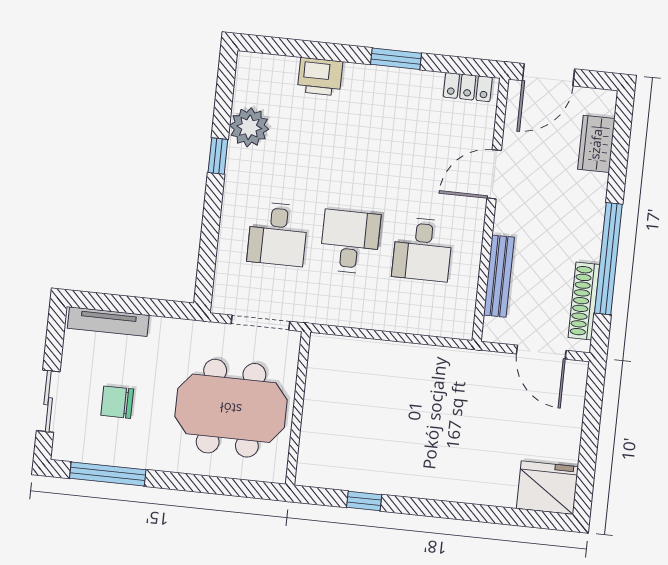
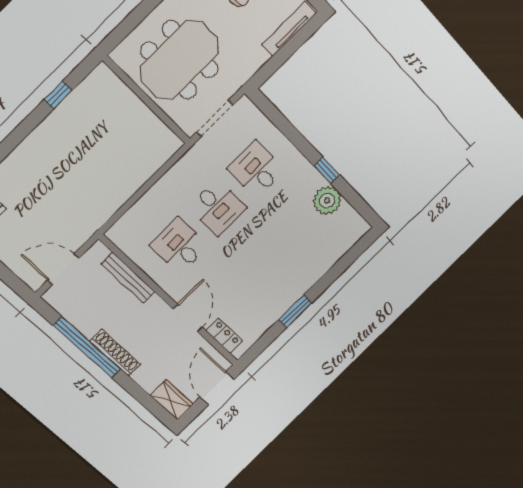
printer: (320, 77) -> (321, 262), removed
locker: (468, 87) -> (224, 336), moved, turned 90
wardrobe: (596, 144) -> (172, 400), moved
shoe rack: (584, 301) -> (115, 353), moved

